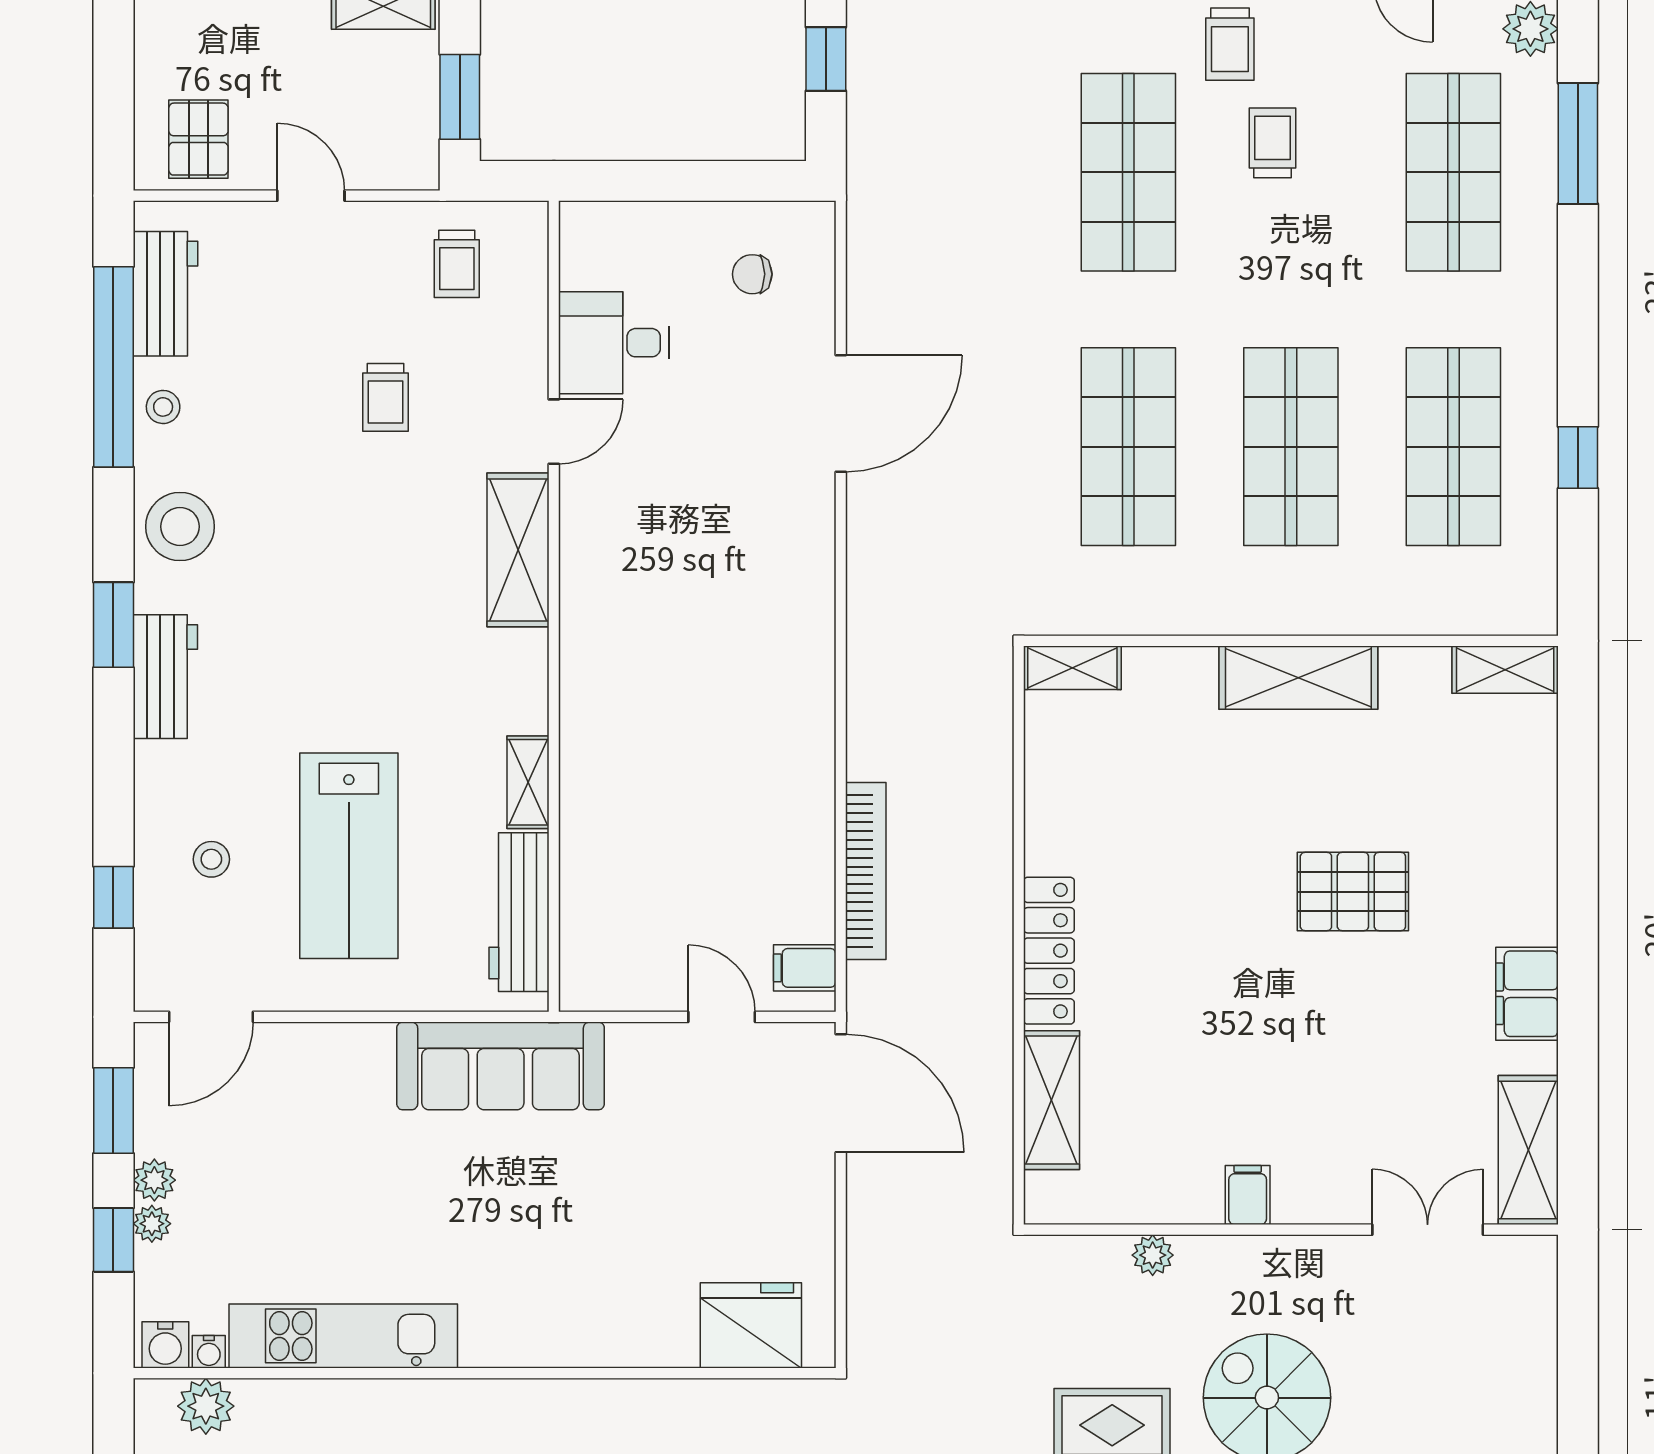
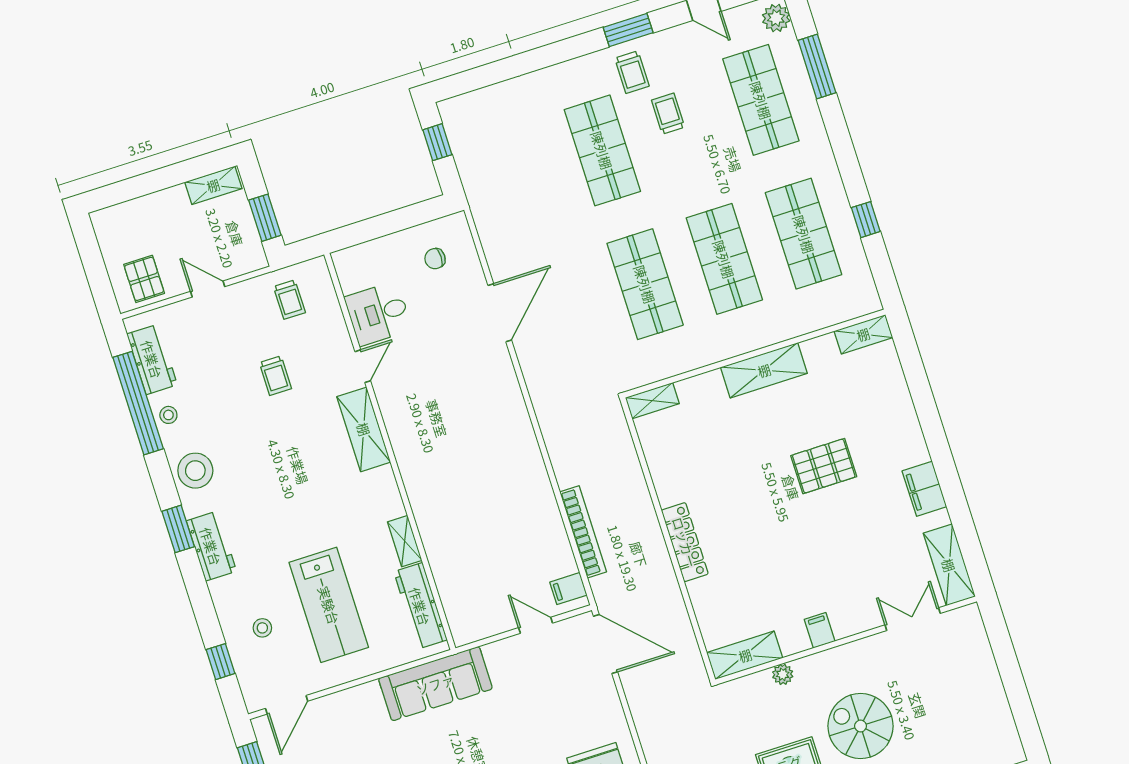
shelving: (1052, 1100) -> (745, 655), moved, turned 90

